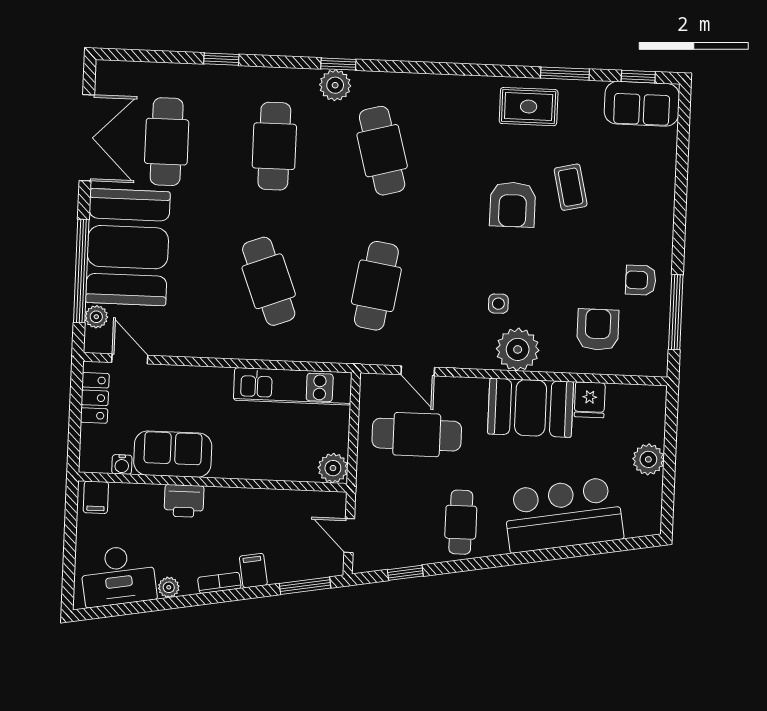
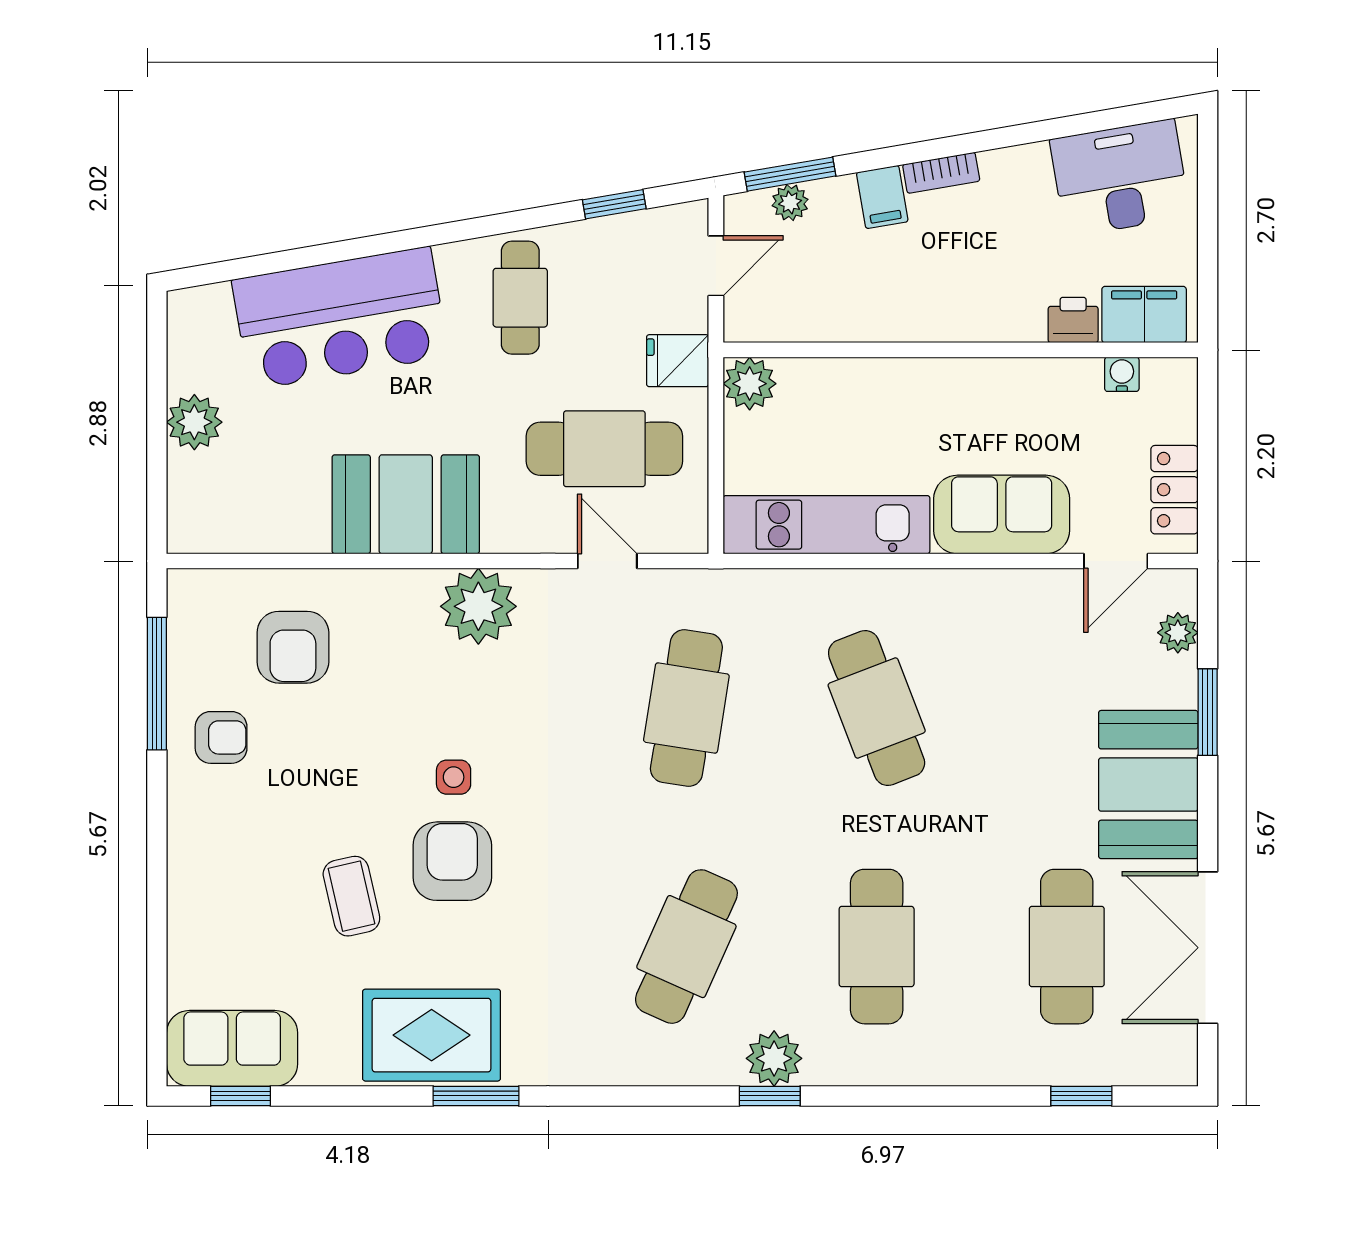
window: (221, 59) -> (1081, 1096), moved
window: (565, 74) -> (476, 1096), moved
rug: (529, 107) -> (432, 1035), width x1.36, depth x1.43
cafe table: (382, 151) -> (686, 947), turned 39
booth: (128, 247) -> (1148, 785), width x0.73, depth x0.70
window: (81, 271) -> (1208, 712), width x0.47
side table: (498, 304) -> (454, 777), moved
plant: (518, 349) -> (478, 606), moved
door: (130, 359) -> (1116, 561), hinge flipped
fridge: (590, 400) -> (678, 361), moved, turned -90
sofa: (173, 454) -> (1002, 515), moved, turned 180
filing cabinet: (96, 497) -> (1144, 315), width x2.00
printer: (184, 501) -> (1073, 320), moved, width x0.73, depth x0.81
door: (349, 536) -> (716, 266), hinge flipped
plant: (169, 587) -> (790, 202), moved

